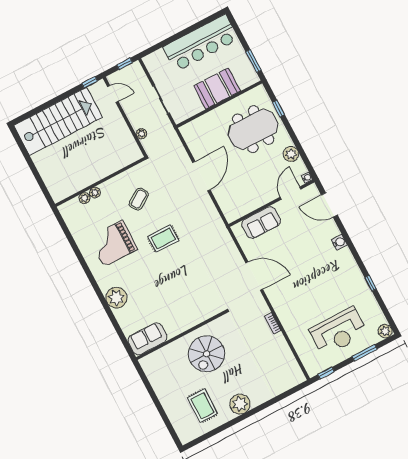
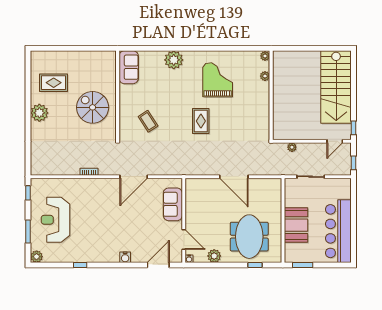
plant: (95, 193) -> (265, 56), moved
coffee table: (139, 199) -> (148, 121), moved

